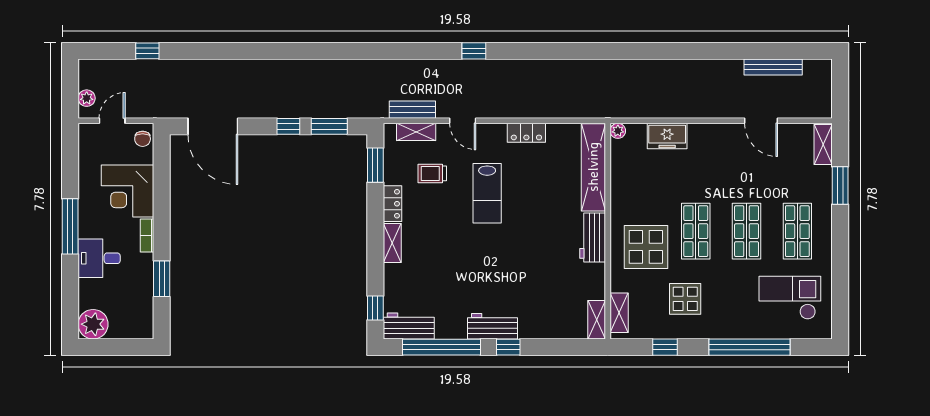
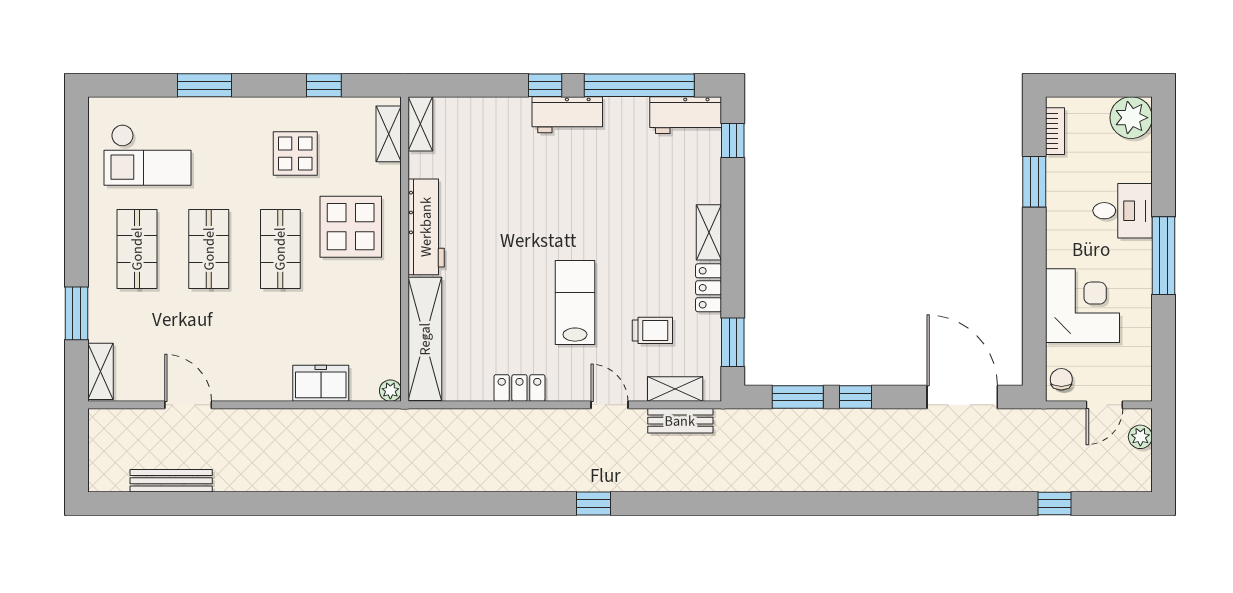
bookcase: (147, 235) -> (1055, 131), moved
workbench: (593, 238) -> (426, 227), width x1.38
window: (749, 347) -> (205, 85), width x0.47

